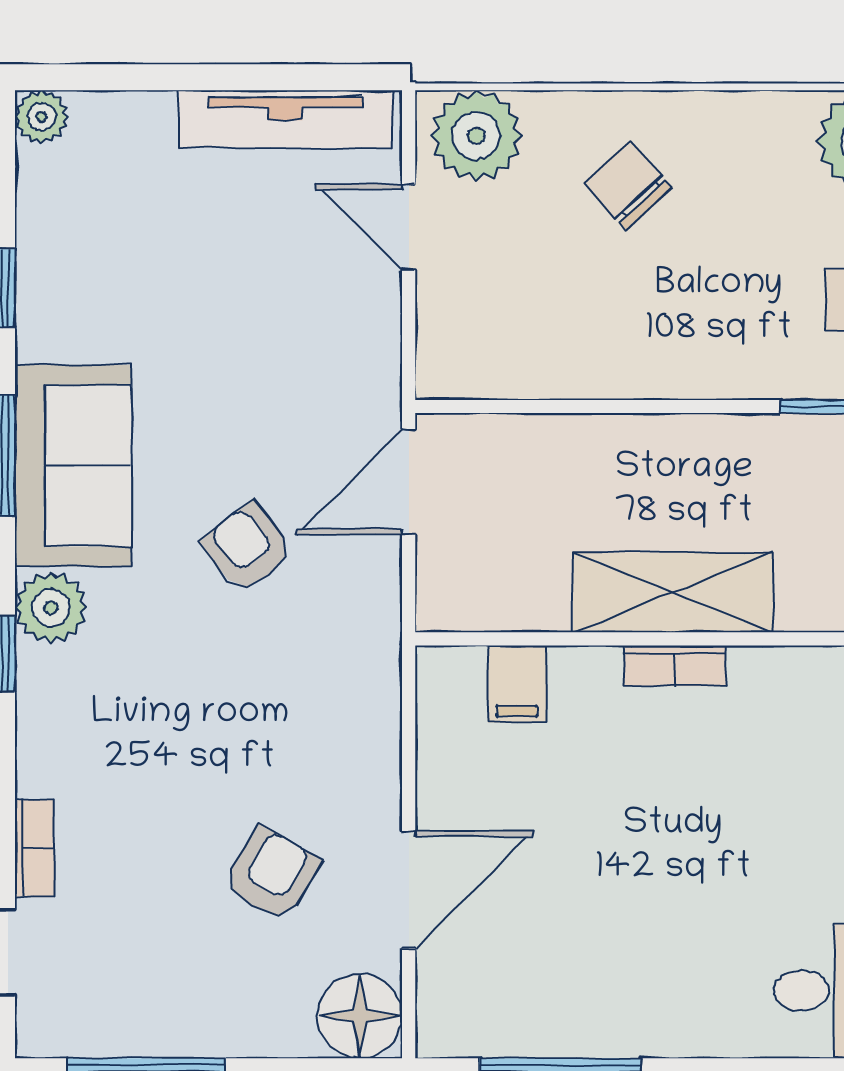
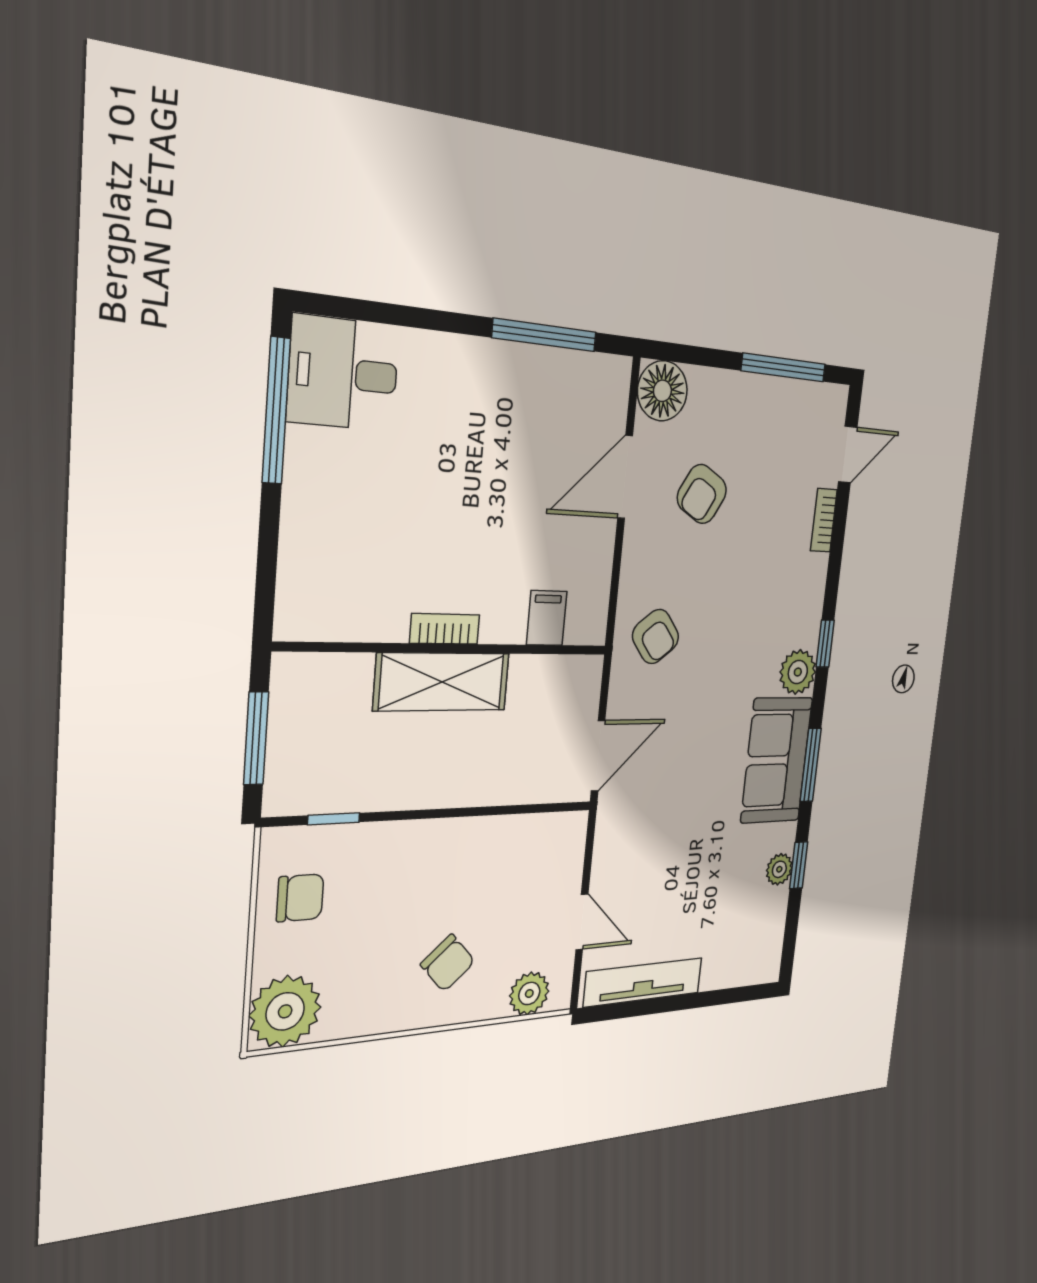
plant: (41, 117) -> (779, 869), moved
plant: (476, 136) -> (529, 993), width x0.73, depth x0.73
armchair: (247, 547) -> (656, 637), moved

